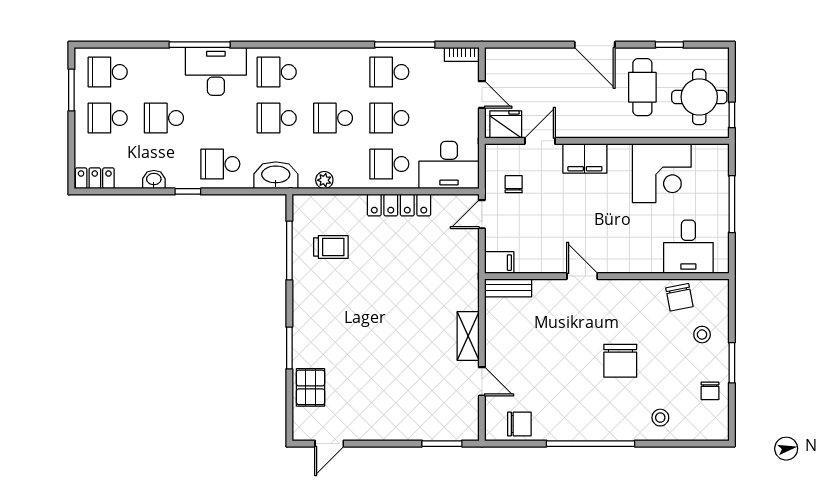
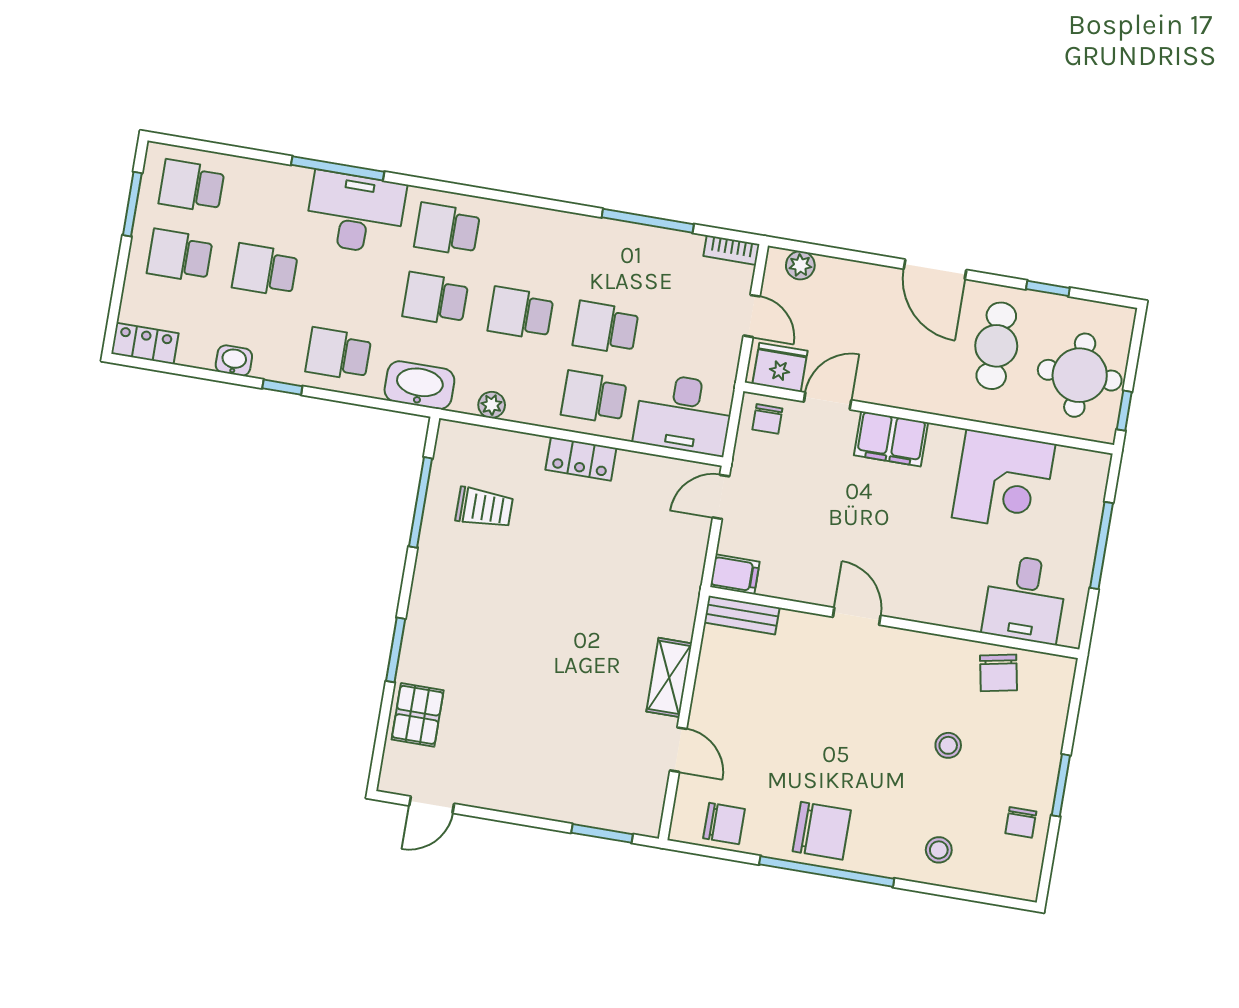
plant: (508, 57) -> (800, 265), added
school desk: (389, 72) -> (617, 258), removed
chair: (514, 184) -> (767, 419), moved, turned 180
locker: (399, 205) -> (581, 459), width x0.66
stool: (702, 335) -> (948, 745), moved
chair: (620, 361) -> (822, 831), moved, turned -90

